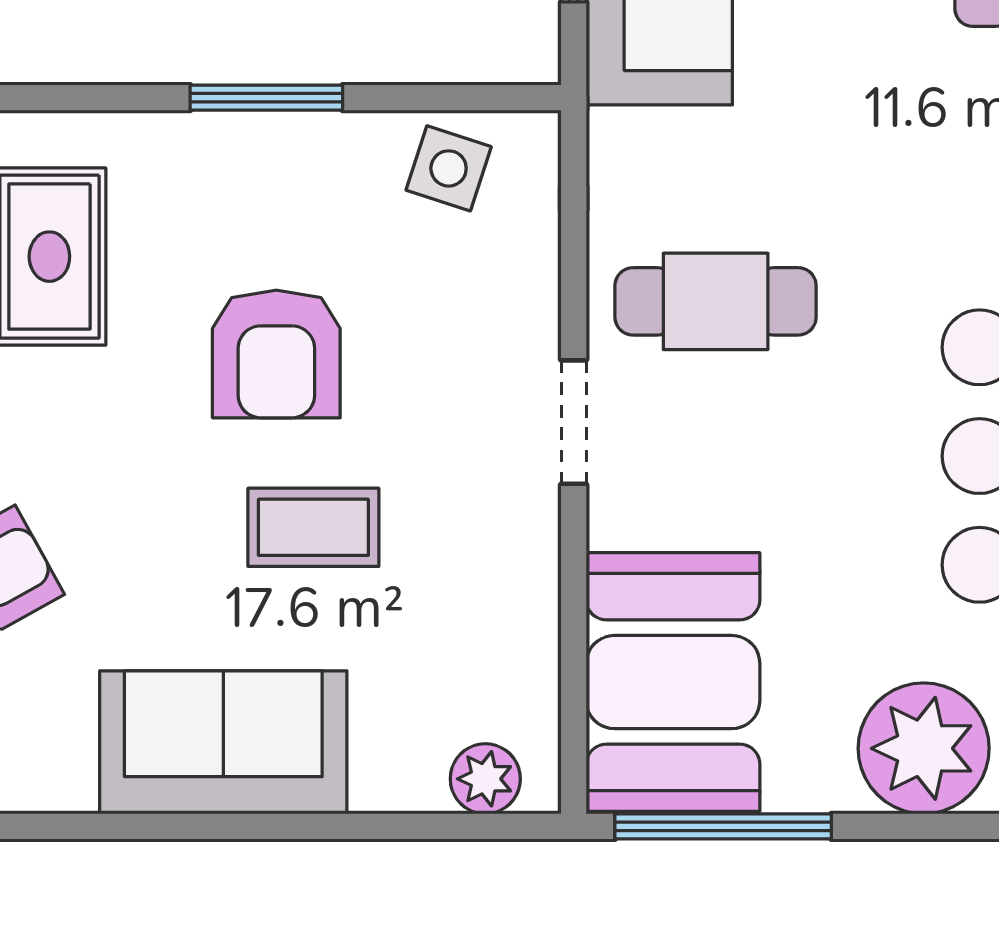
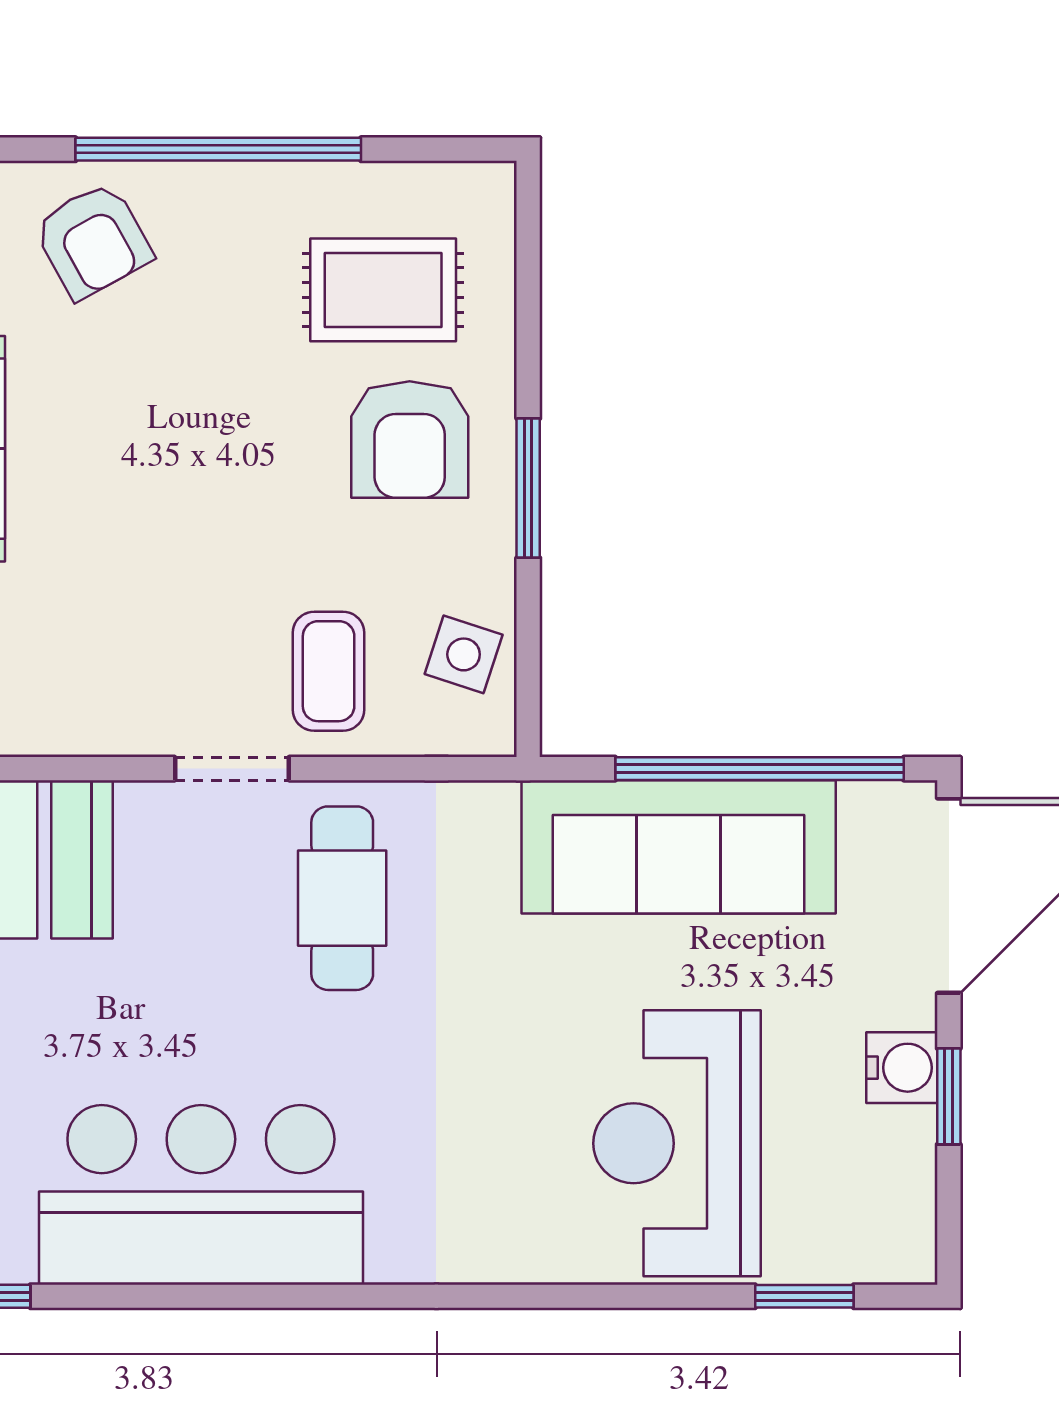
armchair: (276, 354) -> (410, 440), moved, turned -90
coffee table: (313, 527) -> (329, 671), moved

